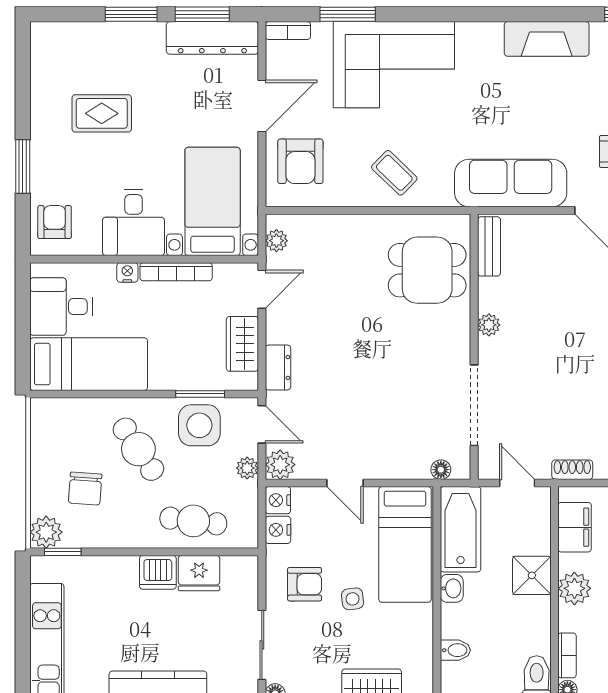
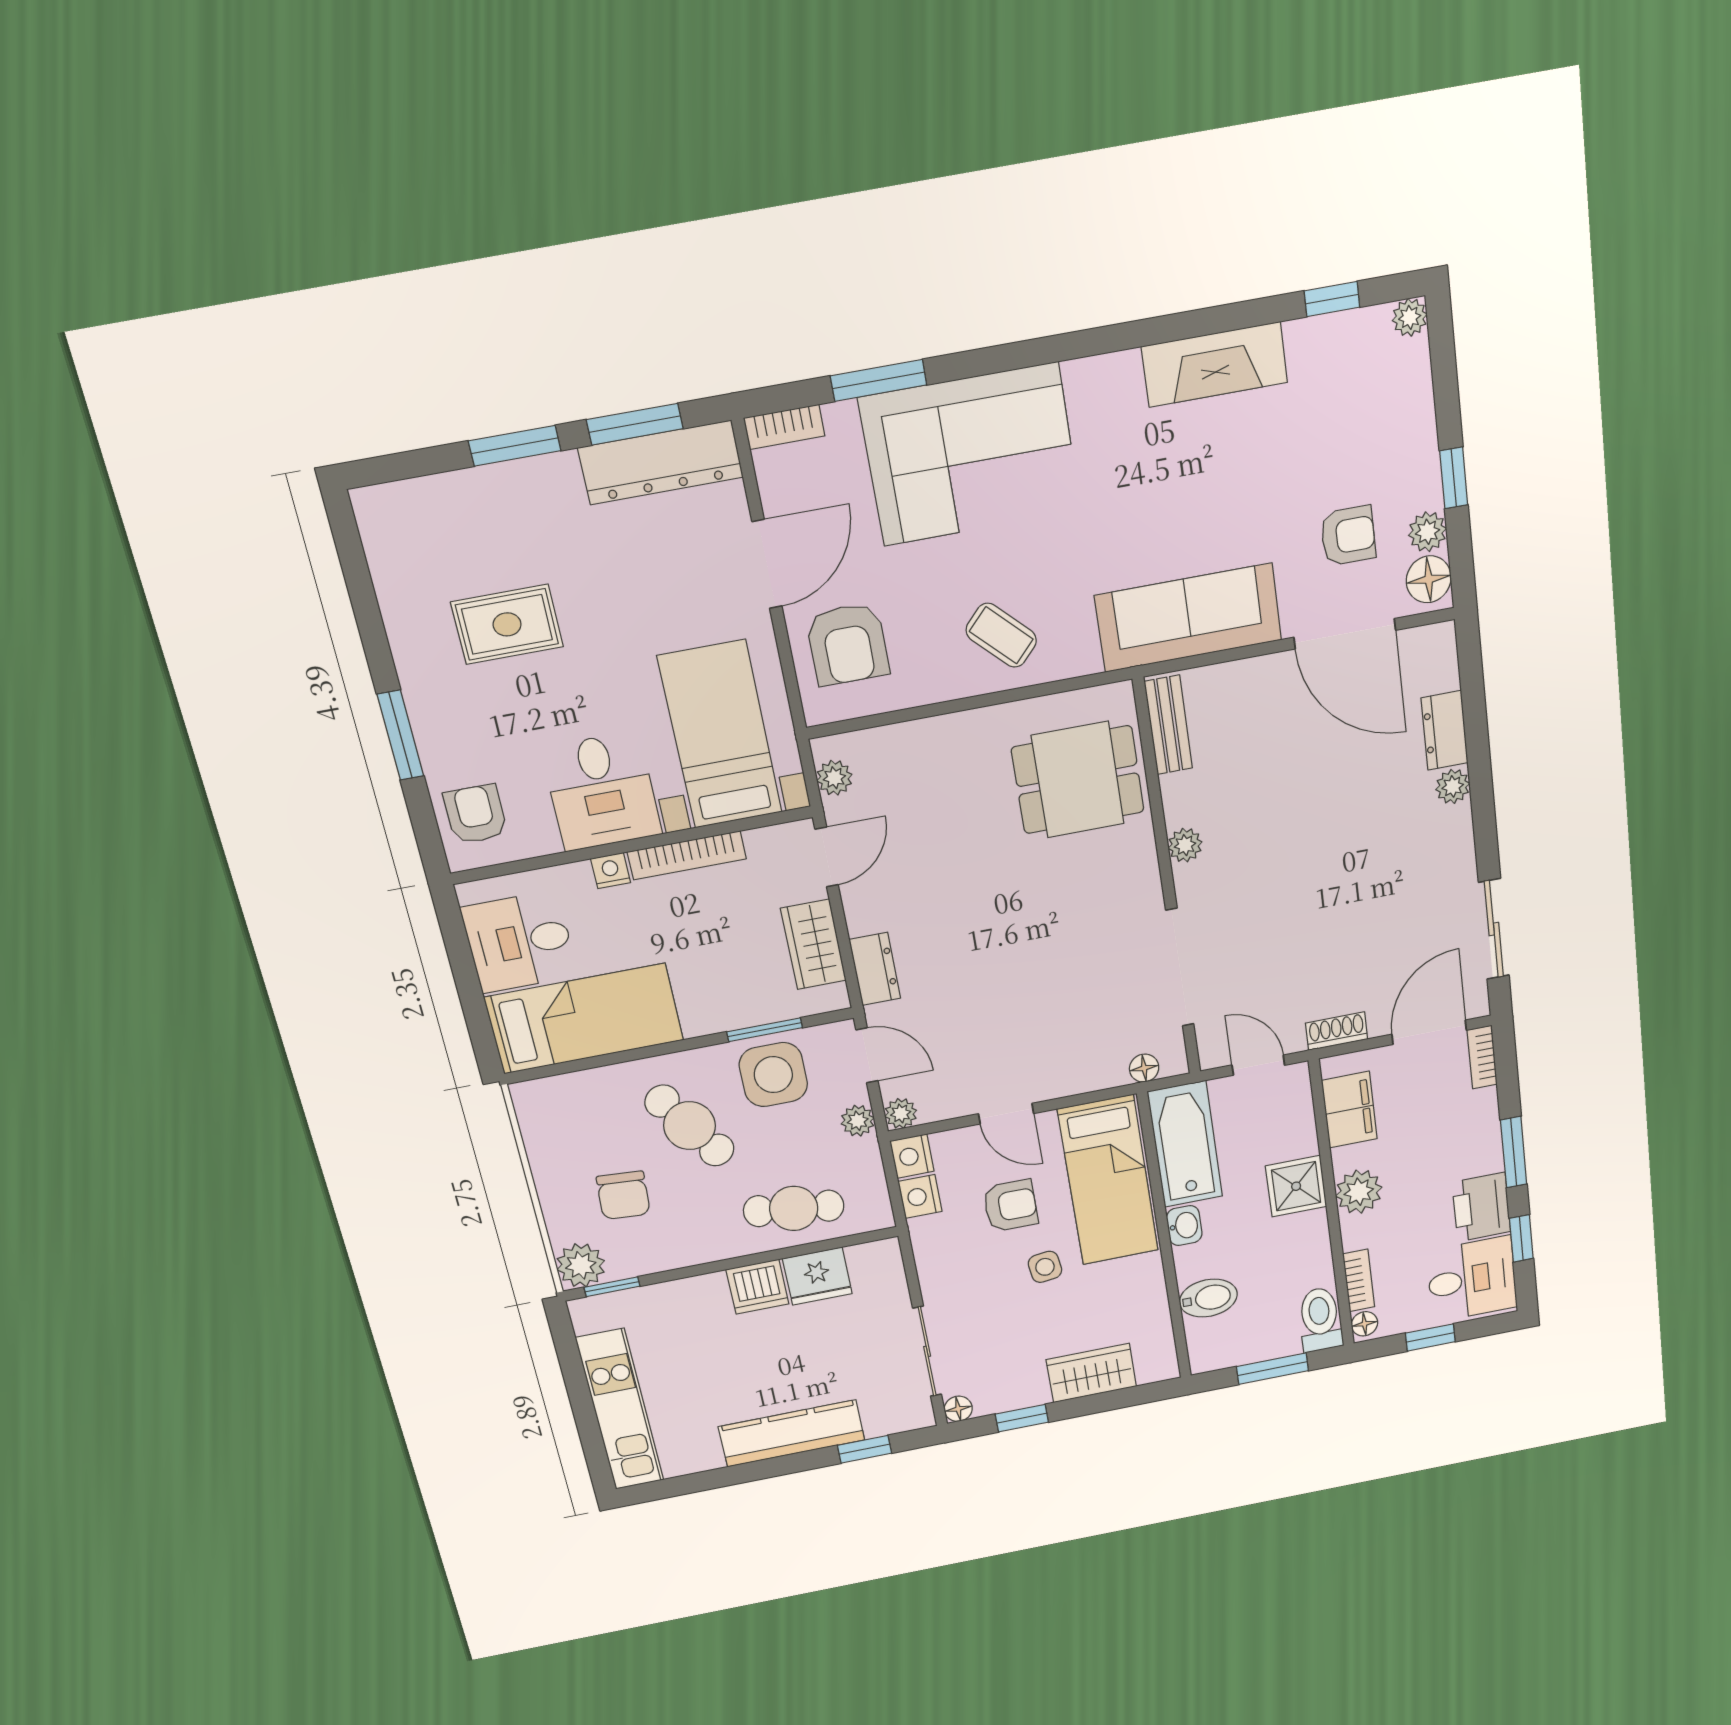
plant: (280, 465) -> (901, 1113), width x0.73, depth x0.73
armchair: (305, 584) -> (1010, 1206), moved
bidet: (455, 650) -> (1208, 1298), width x1.38, depth x1.36

